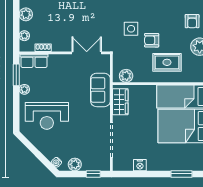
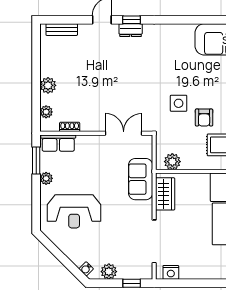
armchair: (152, 40) -> (204, 117), turned -90
nightstand: (140, 165) -> (171, 272), moved

